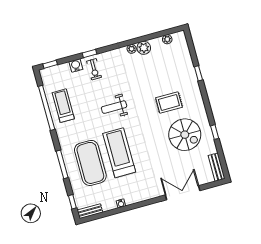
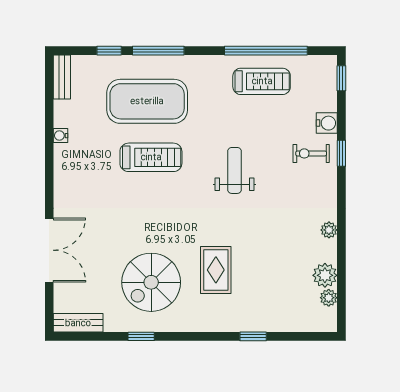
plant: (144, 48) -> (325, 275), moved
treadmill: (119, 153) -> (151, 157), width x0.73, depth x0.73
window: (72, 202) -> (109, 51), moved

